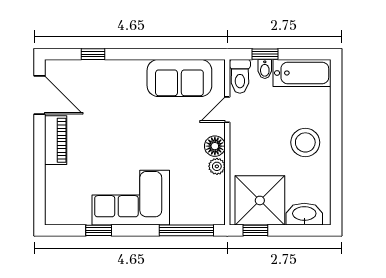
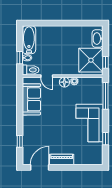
stool: (305, 142) -> (63, 38), removed

